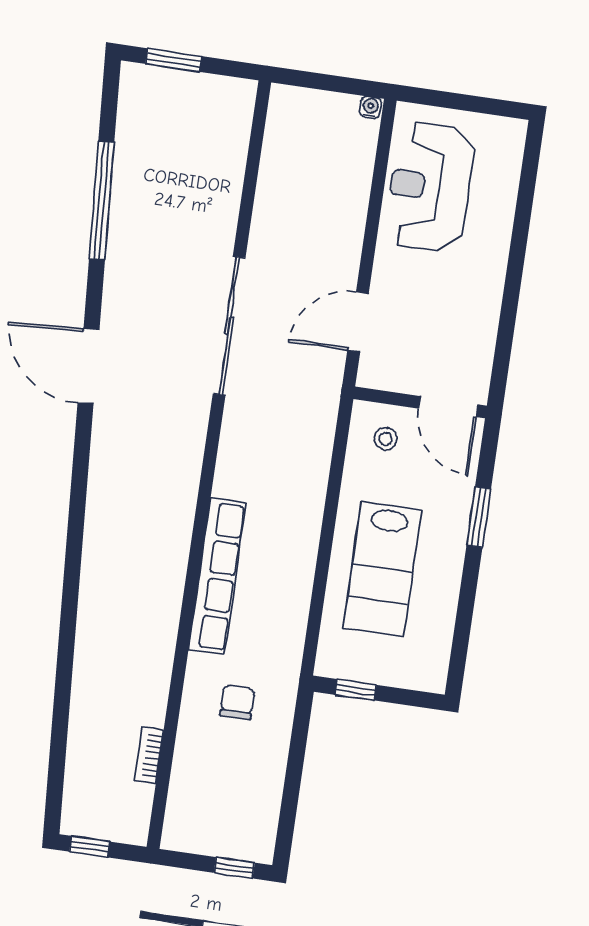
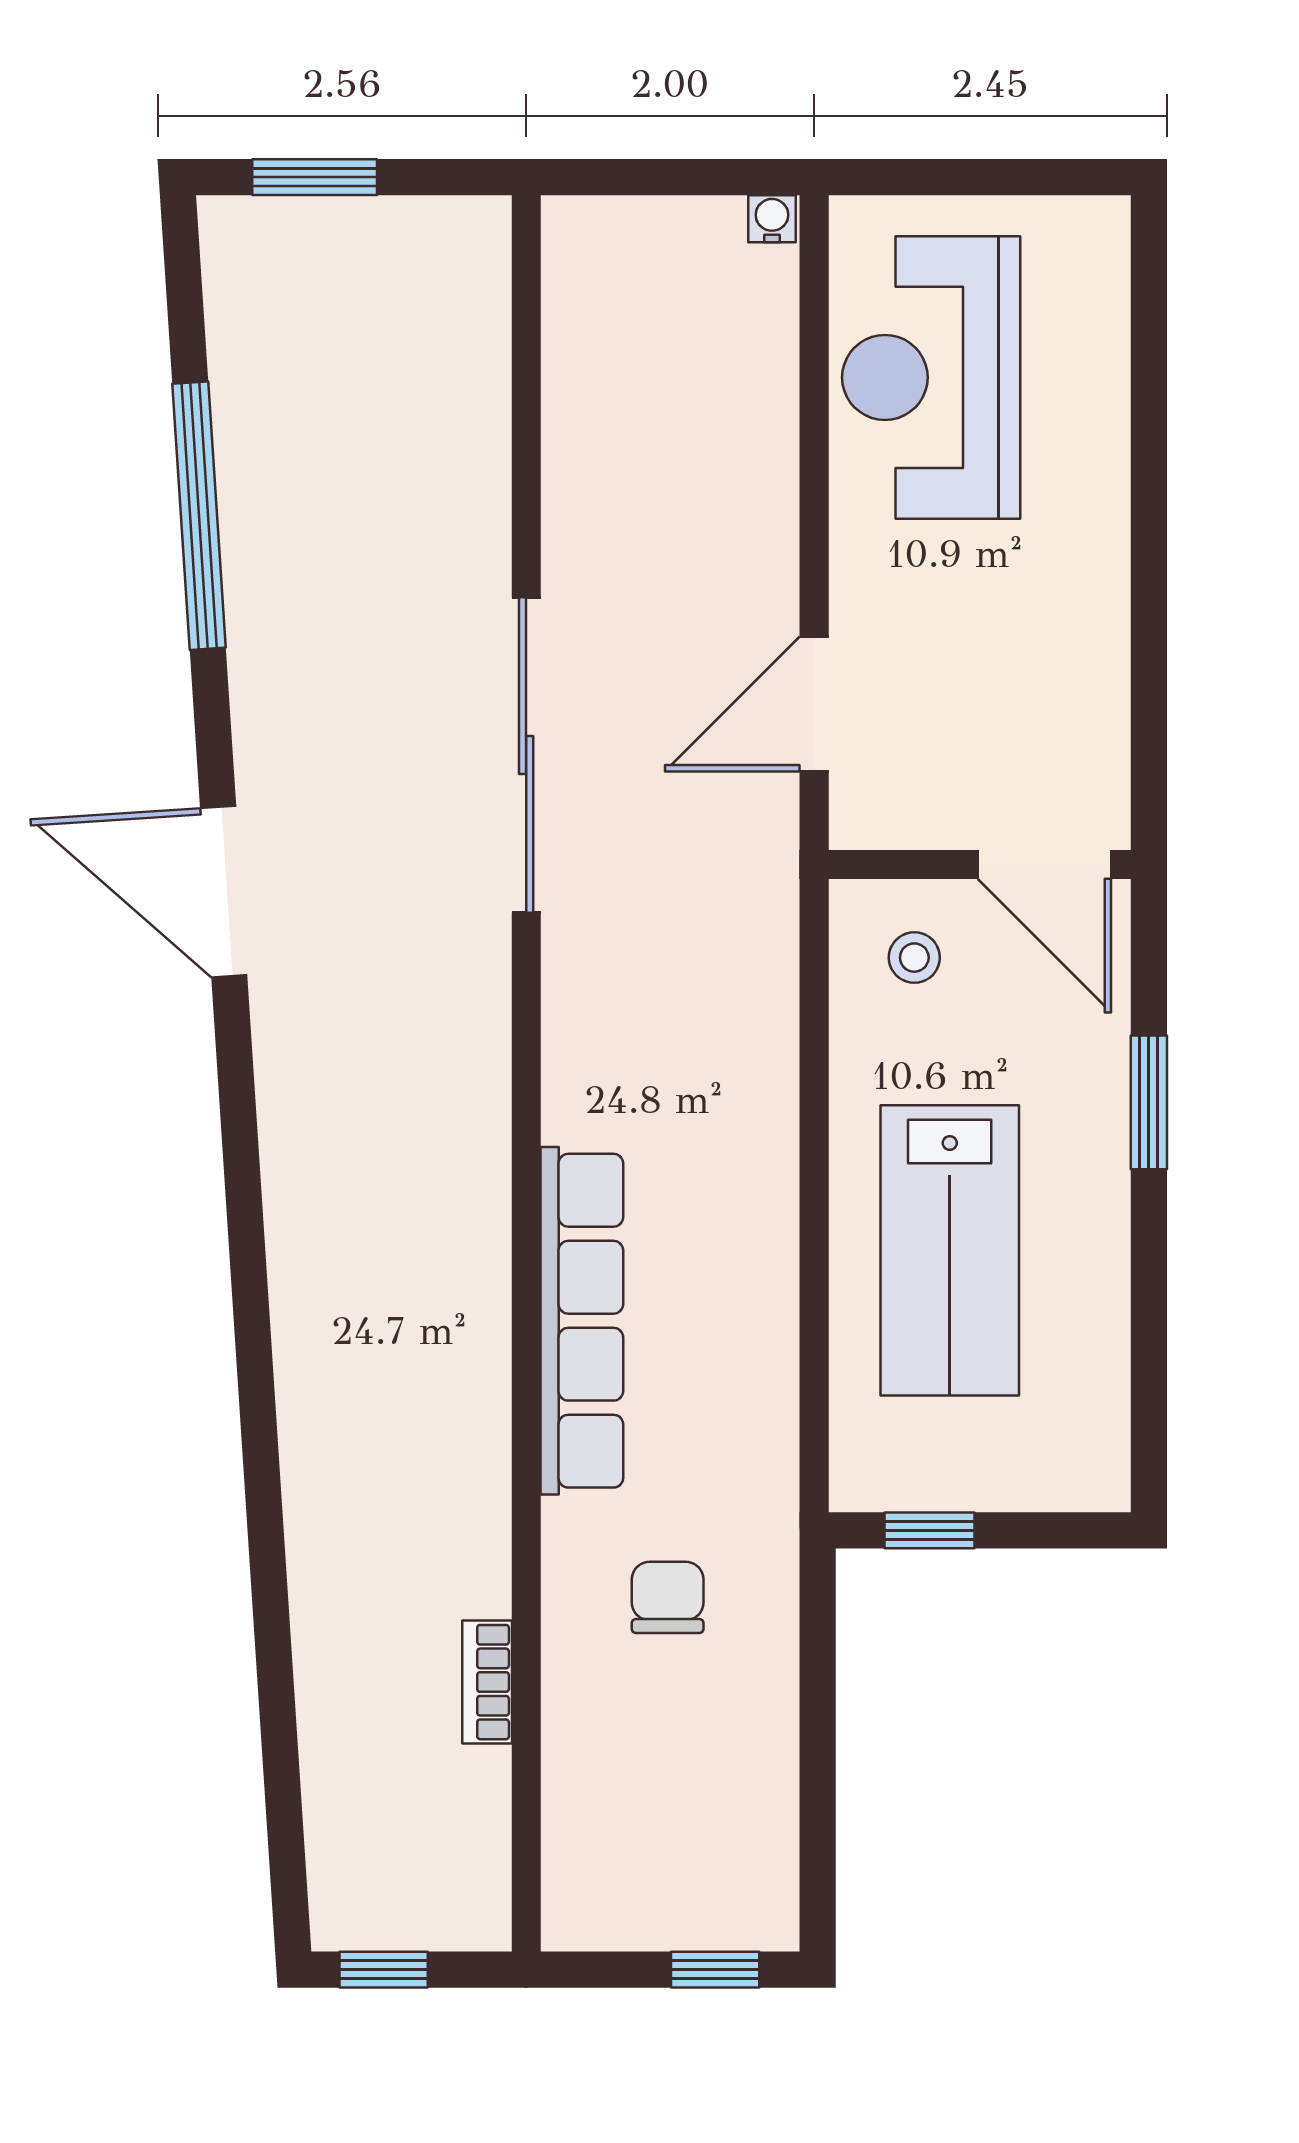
bookcase: (149, 755) -> (487, 1682), moved

